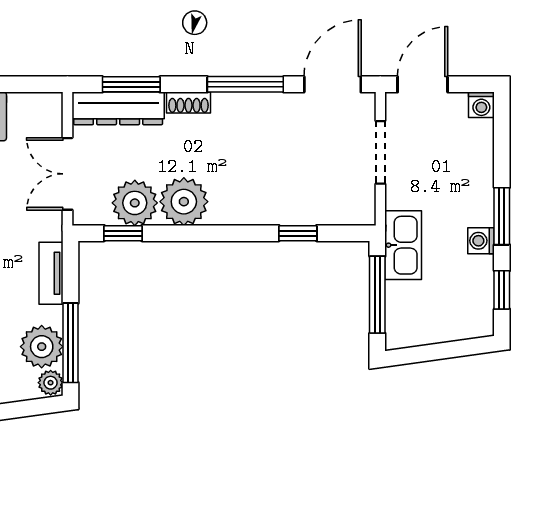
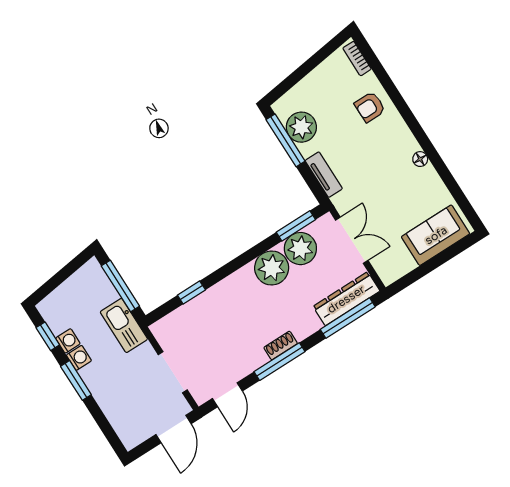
window: (131, 84) -> (348, 318), width x1.44
door: (333, 84) -> (227, 395), width x0.73
shoe rack: (188, 103) -> (281, 345), moved
washing machine: (481, 105) -> (68, 341), moved, turned 90
window: (123, 233) -> (296, 226), width x1.50
plant: (51, 383) -> (282, 109), removed

